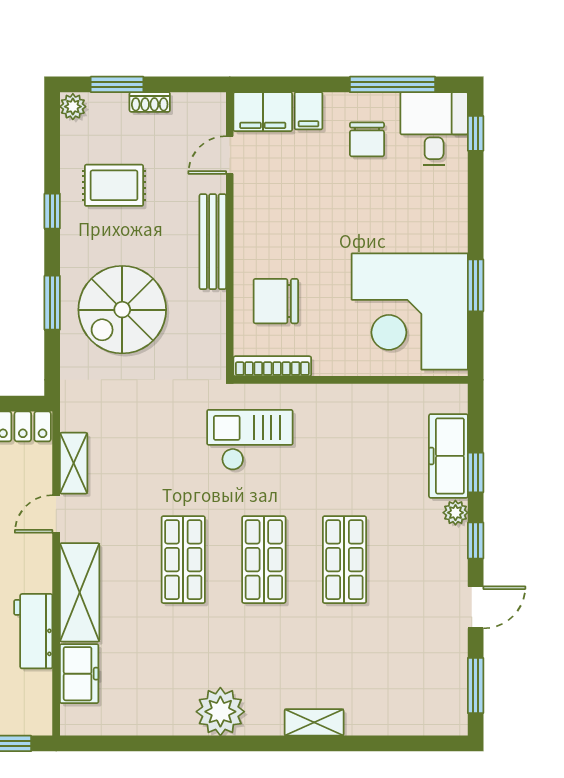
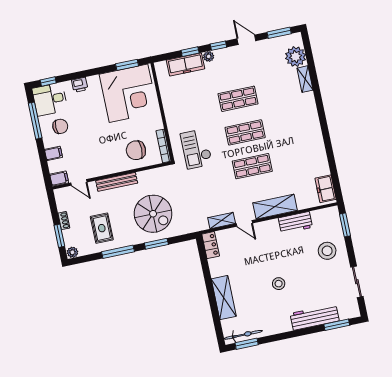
filing cabinet: (263, 112) -> (59, 179), width x0.50
printer: (453, 204) -> (80, 85), added
window: (52, 211) -> (118, 252), width x2.17
window: (476, 285) -> (127, 65), moved
chair: (276, 301) -> (136, 150), turned 90
freezer: (79, 674) -> (326, 189), moved, turned -90
plant: (220, 712) -> (296, 57), moved
shelving: (314, 722) -> (305, 79), moved

